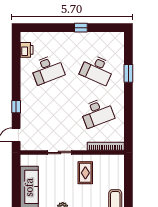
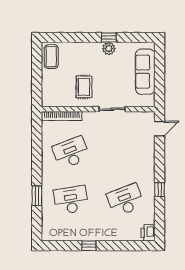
printer: (27, 50) -> (148, 233), moved
desk: (97, 69) -> (71, 200), turned -33
window: (16, 107) -> (160, 189), moved

